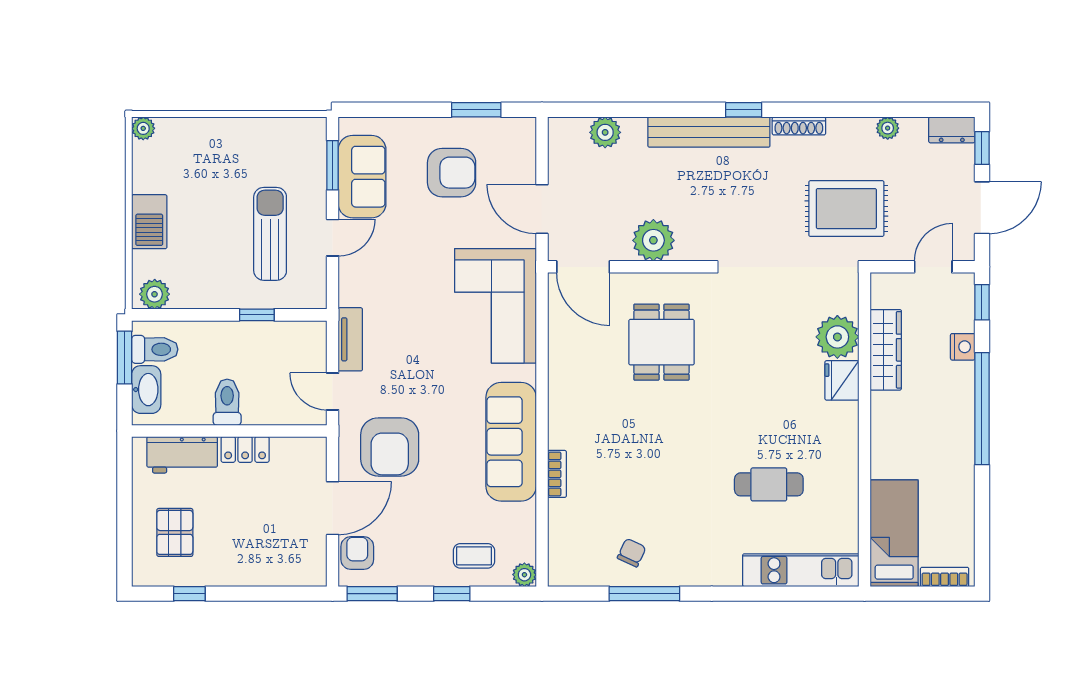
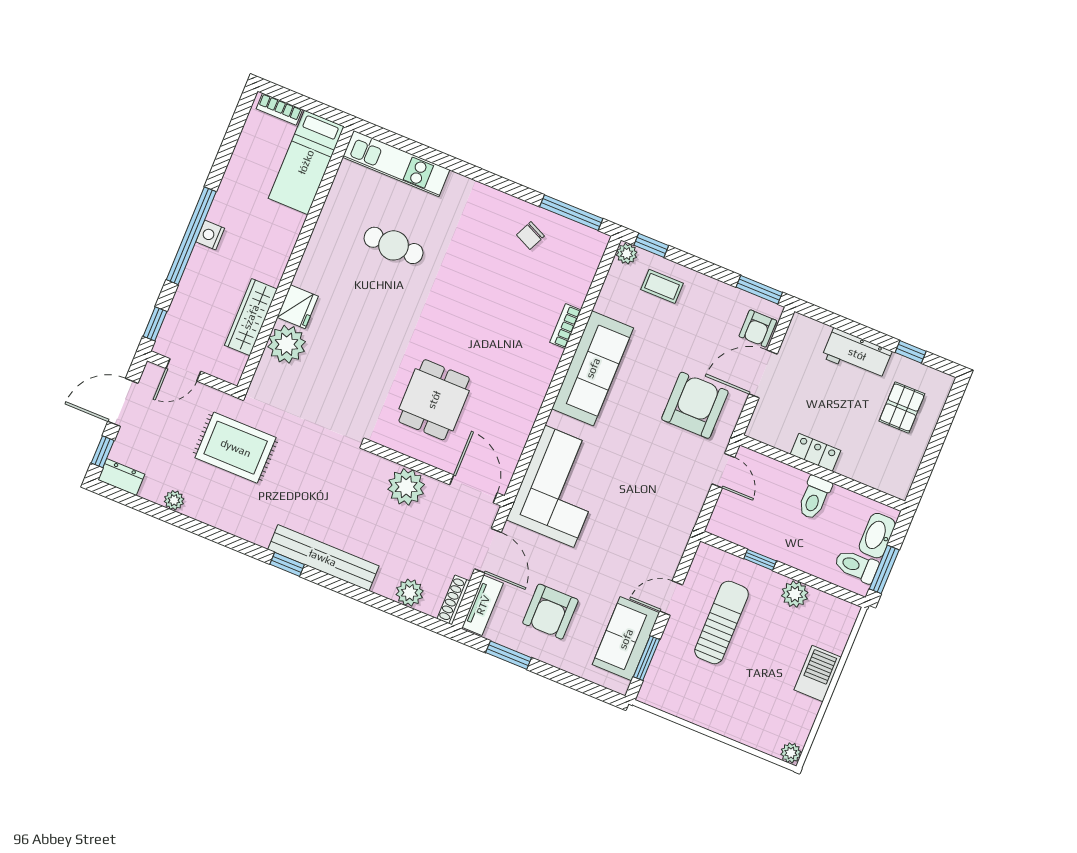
shoe rack: (799, 126) -> (453, 600), moved, turned -90
armchair: (452, 173) -> (550, 612), turned -90
sun lounger: (270, 234) -> (722, 622), turned 180
plant: (155, 294) -> (795, 594), moved
tv unit: (350, 339) -> (483, 605), moved, turned 180
nightstand: (963, 347) -> (210, 235), moved
workbench: (182, 455) -> (857, 354), moved, turned 180
window: (452, 594) -> (651, 245), moved
window: (644, 594) -> (571, 213), moved

